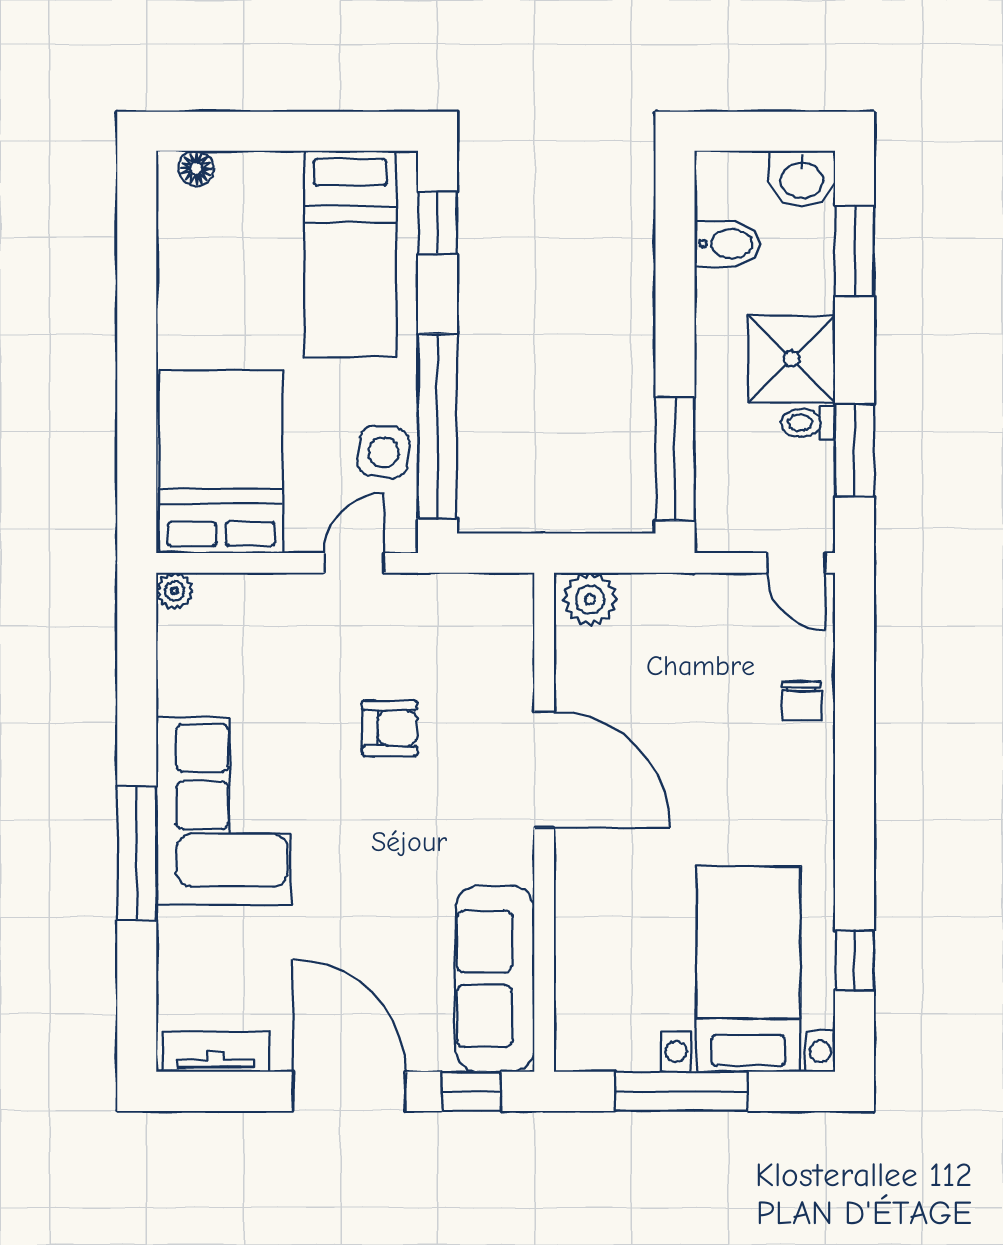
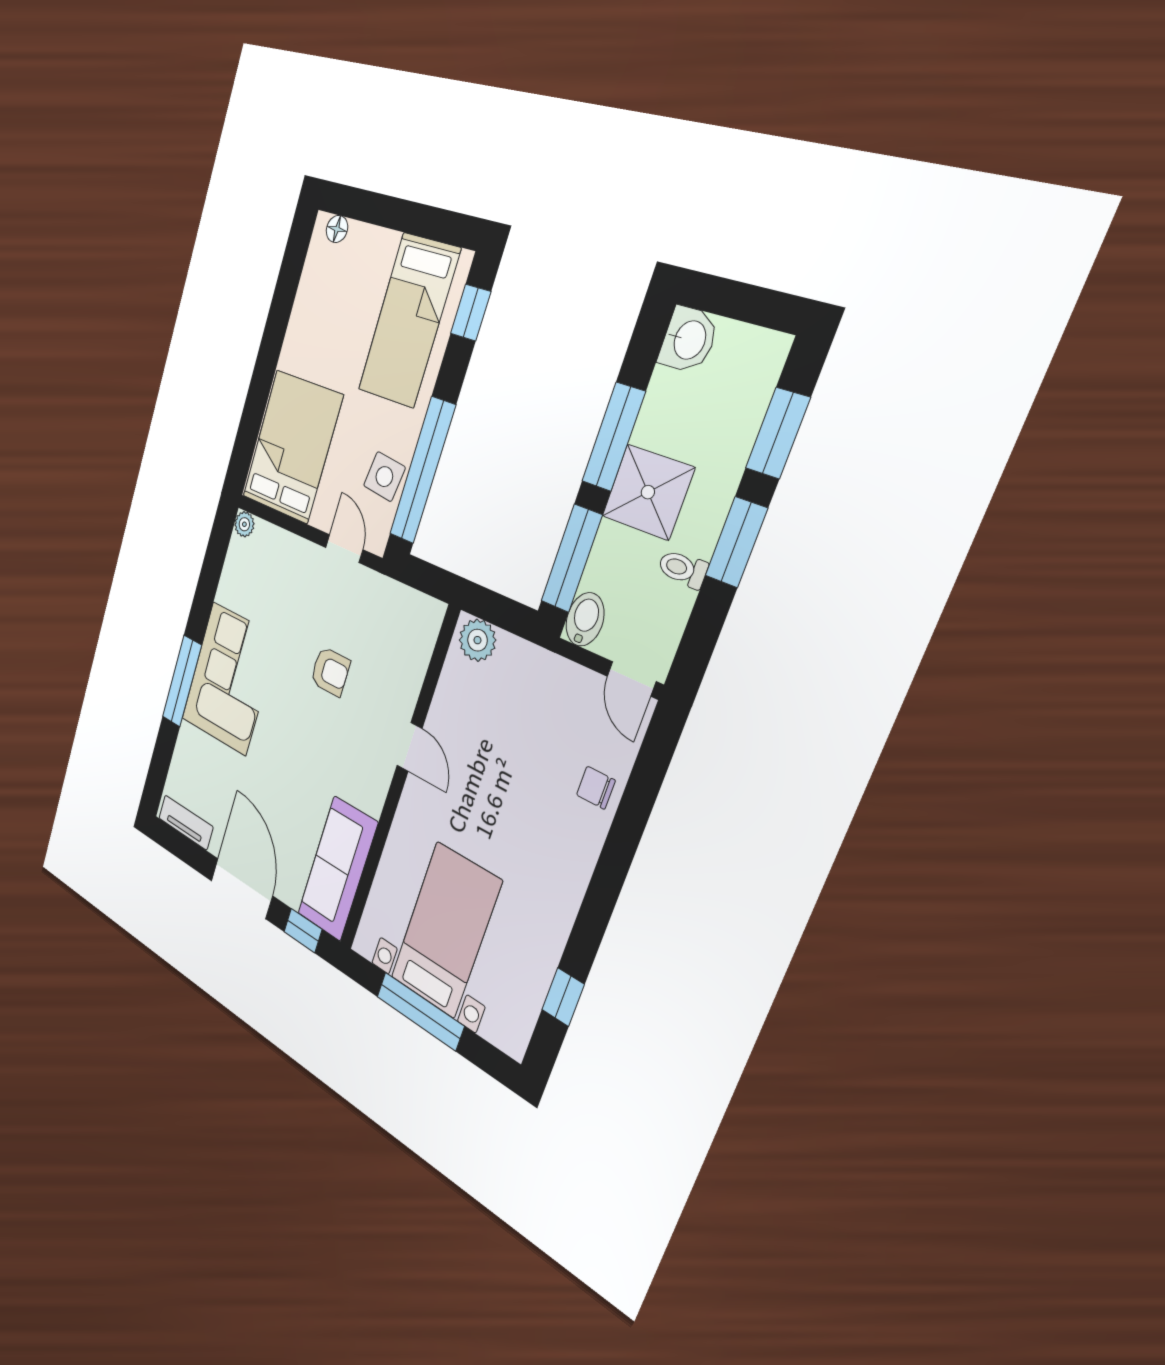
washbasin: (802, 179) -> (688, 340), moved, turned -90
bidet: (727, 244) -> (585, 619), moved, turned -90
window: (675, 310) -> (613, 437), added
shower: (792, 359) -> (648, 492), moved
window: (854, 451) -> (736, 542), moved
door: (354, 563) -> (344, 549), hinge flipped
chair: (801, 701) -> (596, 788), turned 90
door: (544, 770) -> (409, 747), width x0.53
bed with nightstands: (748, 969) -> (446, 930), moved

